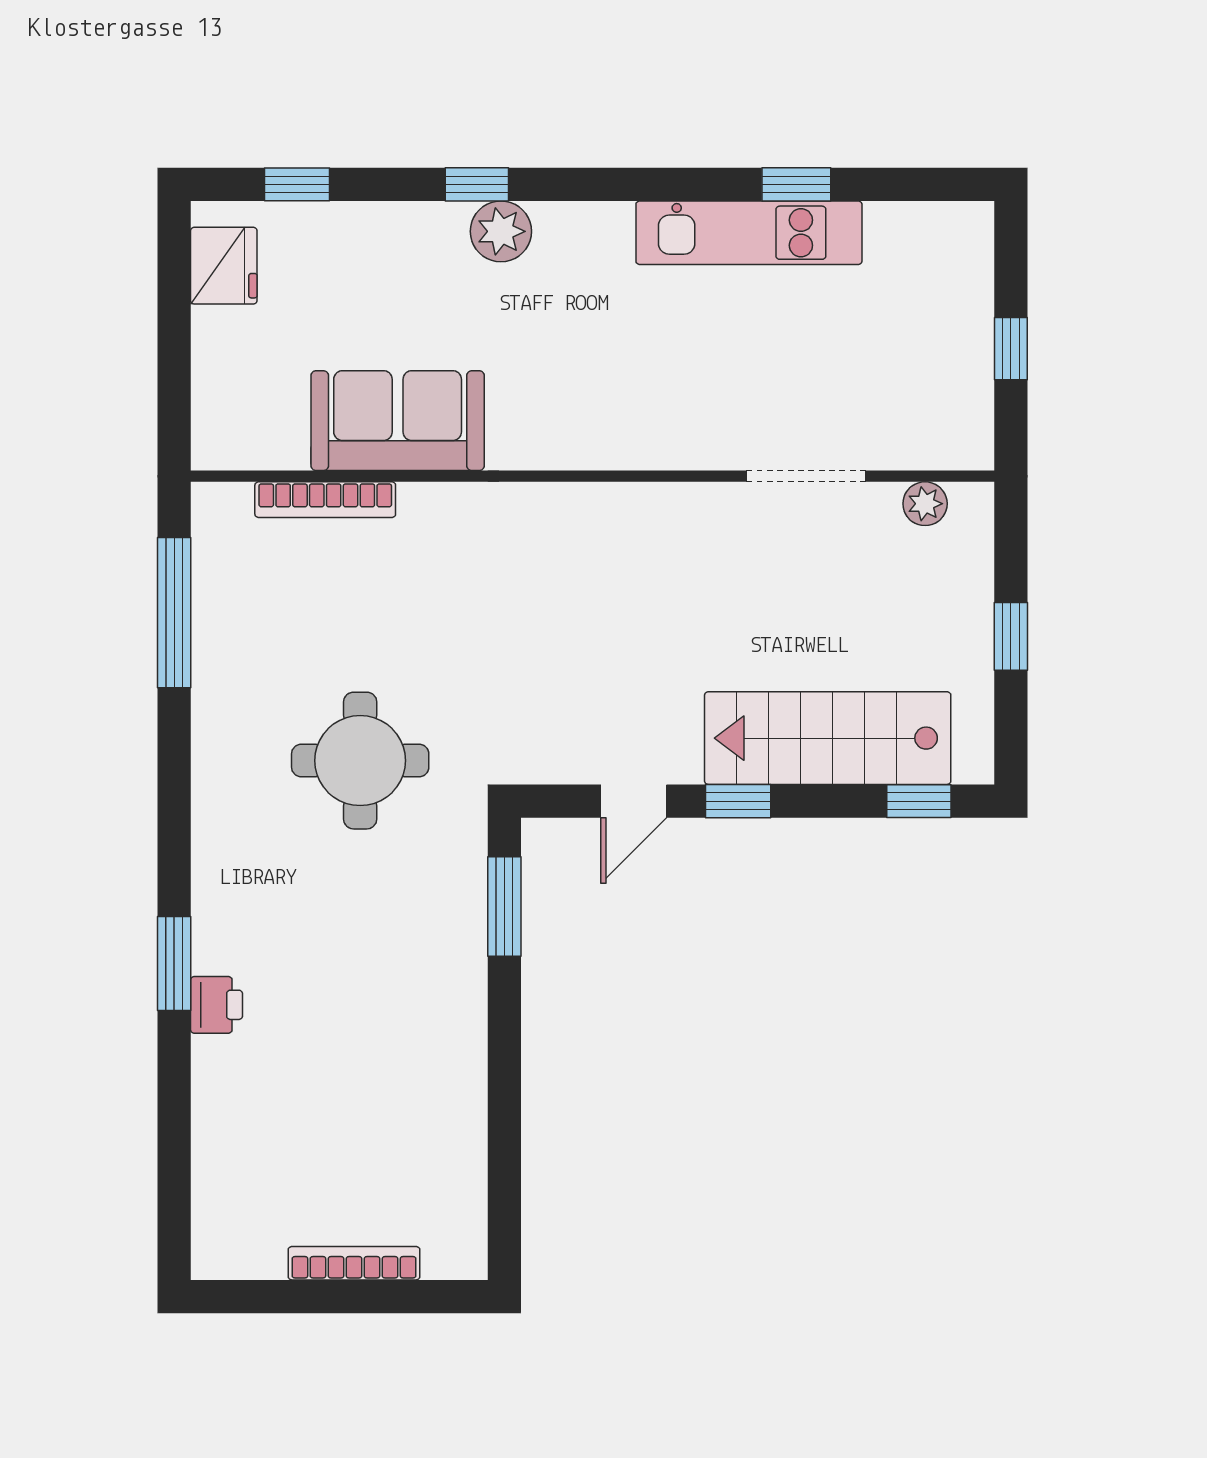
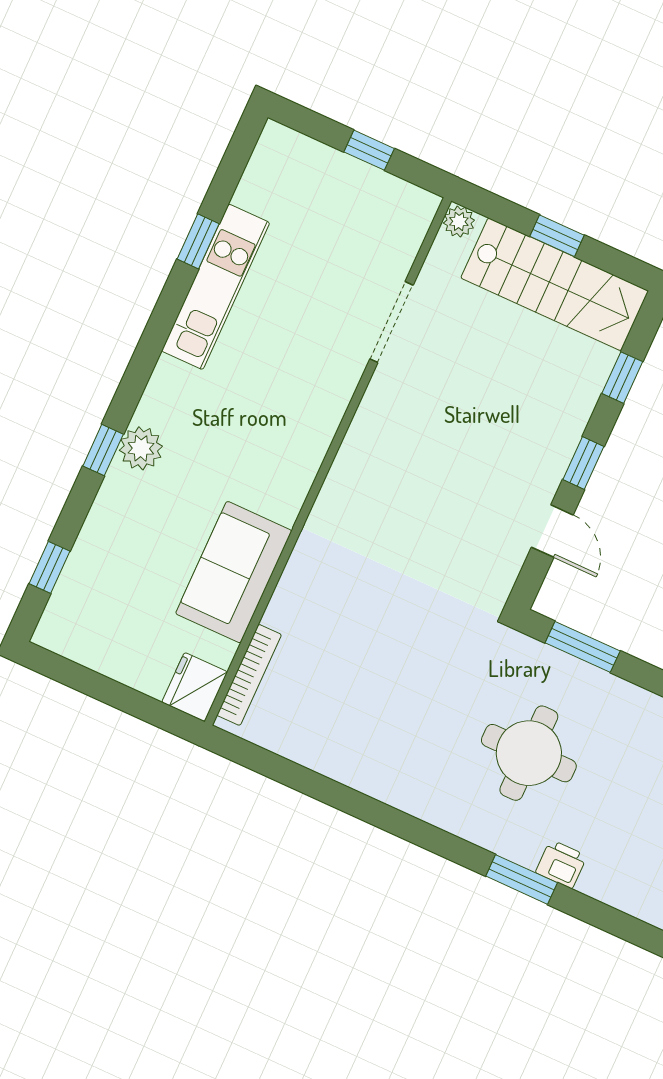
fridge: (224, 266) -> (195, 687), moved, turned -90
bookcase: (325, 500) -> (249, 675), moved
plant: (925, 504) -> (459, 222), moved
window: (174, 613) -> (293, 775), removed
stairs: (828, 738) -> (555, 284), moved, turned -90
round table: (360, 761) -> (529, 753), moved
window: (919, 801) -> (622, 378), moved

